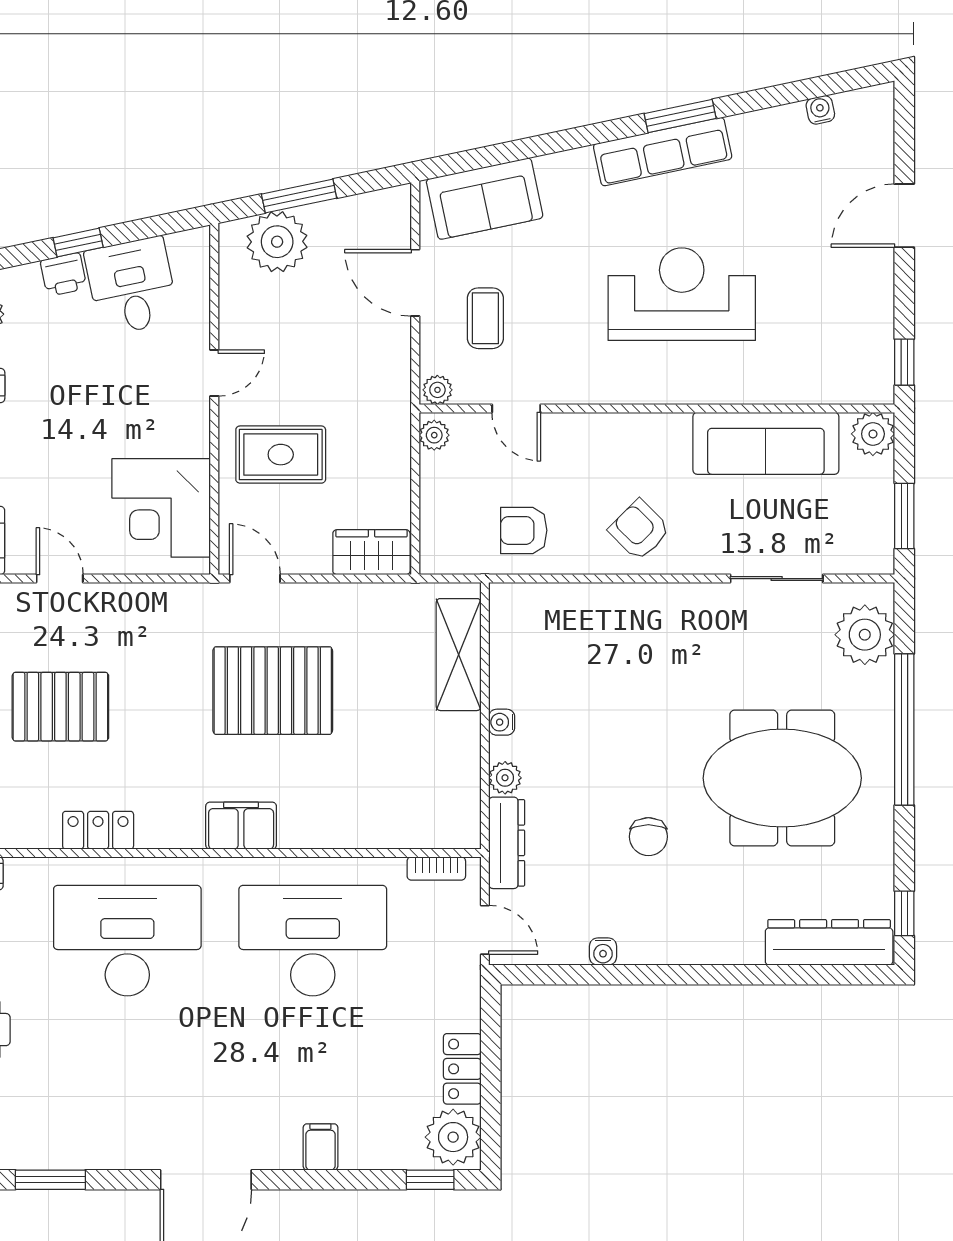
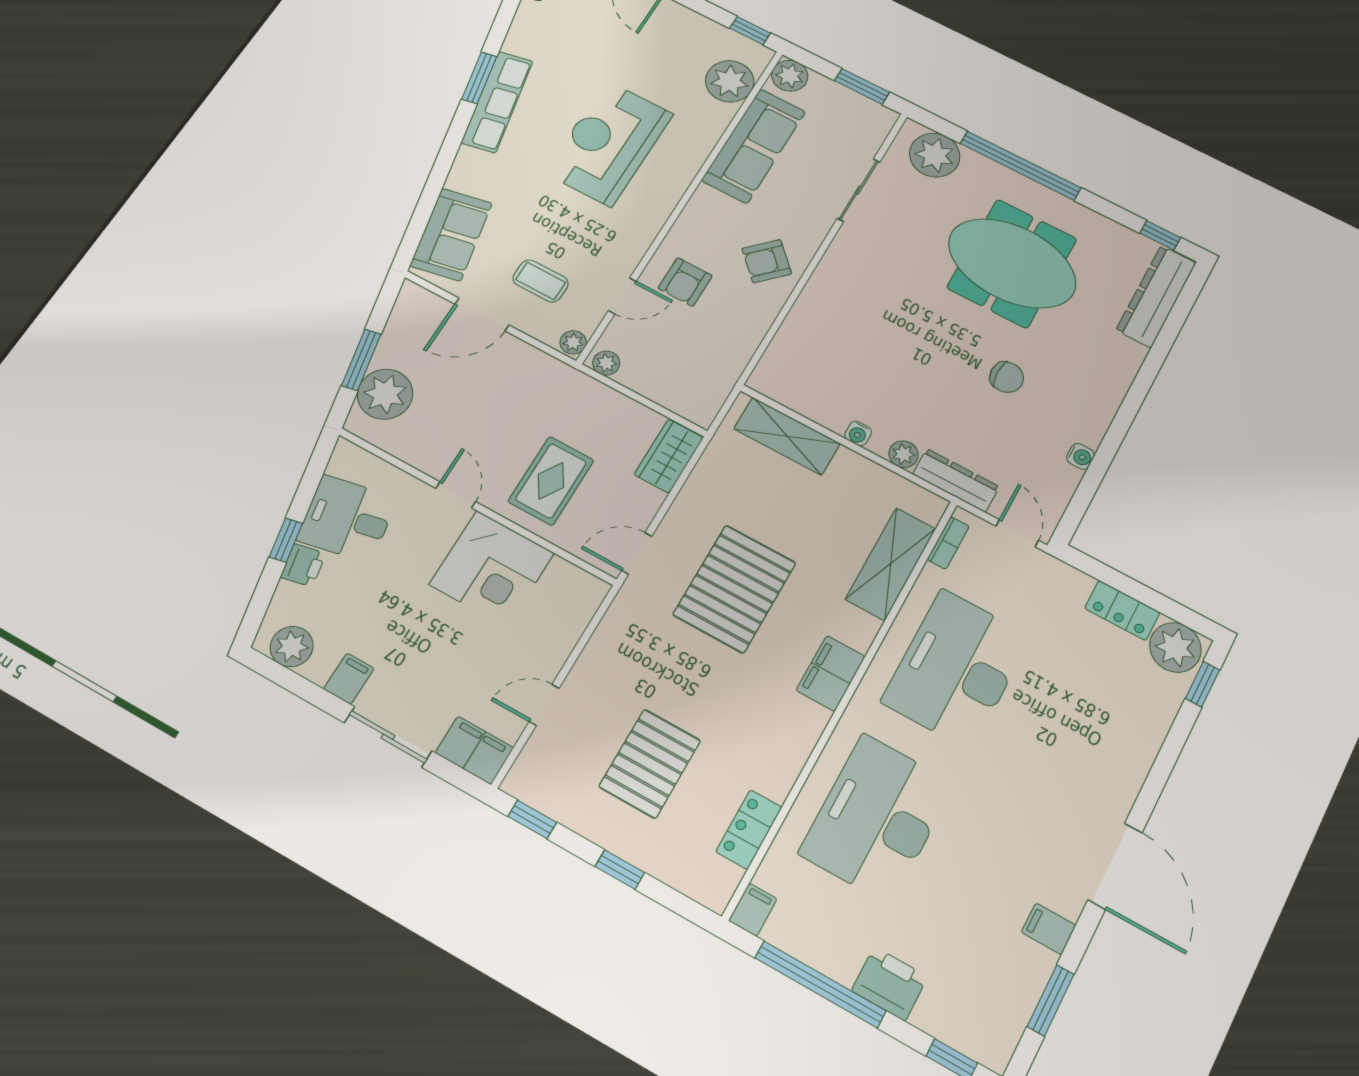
plant: (829, 376) -> (730, 81), added
corner desk: (161, 508) -> (492, 569), moved
armchair: (524, 530) -> (685, 282), moved
meeting table: (782, 778) -> (1012, 263), turned 90
shelving: (383, 825) -> (891, 564), added
locker: (98, 830) -> (749, 829), moved
door: (485, 930) -> (1017, 533), hinge flipped
filing cabinet: (320, 1147) -> (1049, 929), moved

